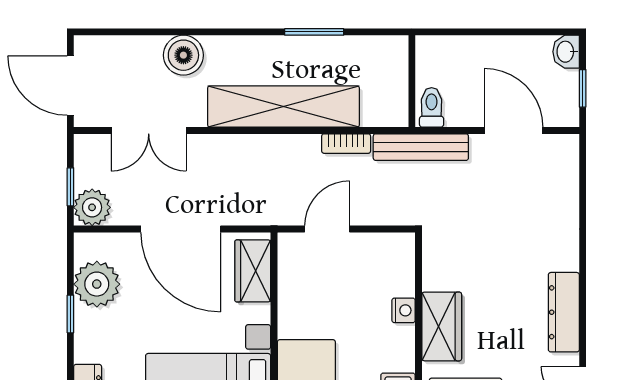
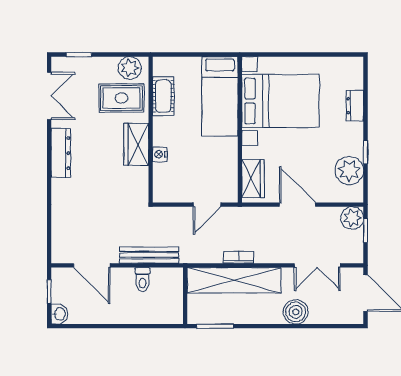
wall: (412, 81) -> (185, 296), moved
double door: (149, 130) -> (317, 265), swing flipped
bookcase: (346, 144) -> (239, 257), moved
door: (181, 229) -> (297, 205), width x0.73

